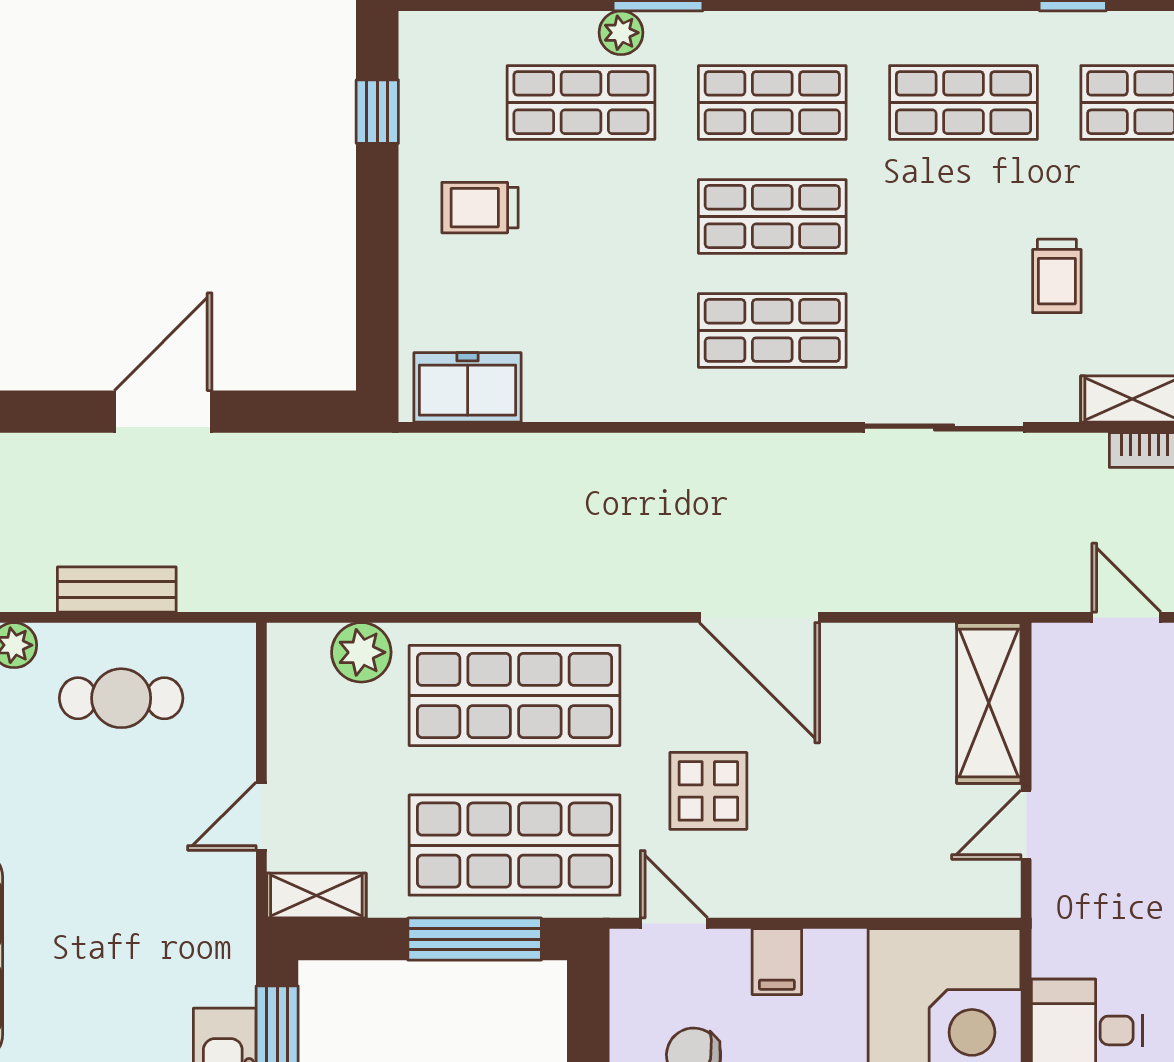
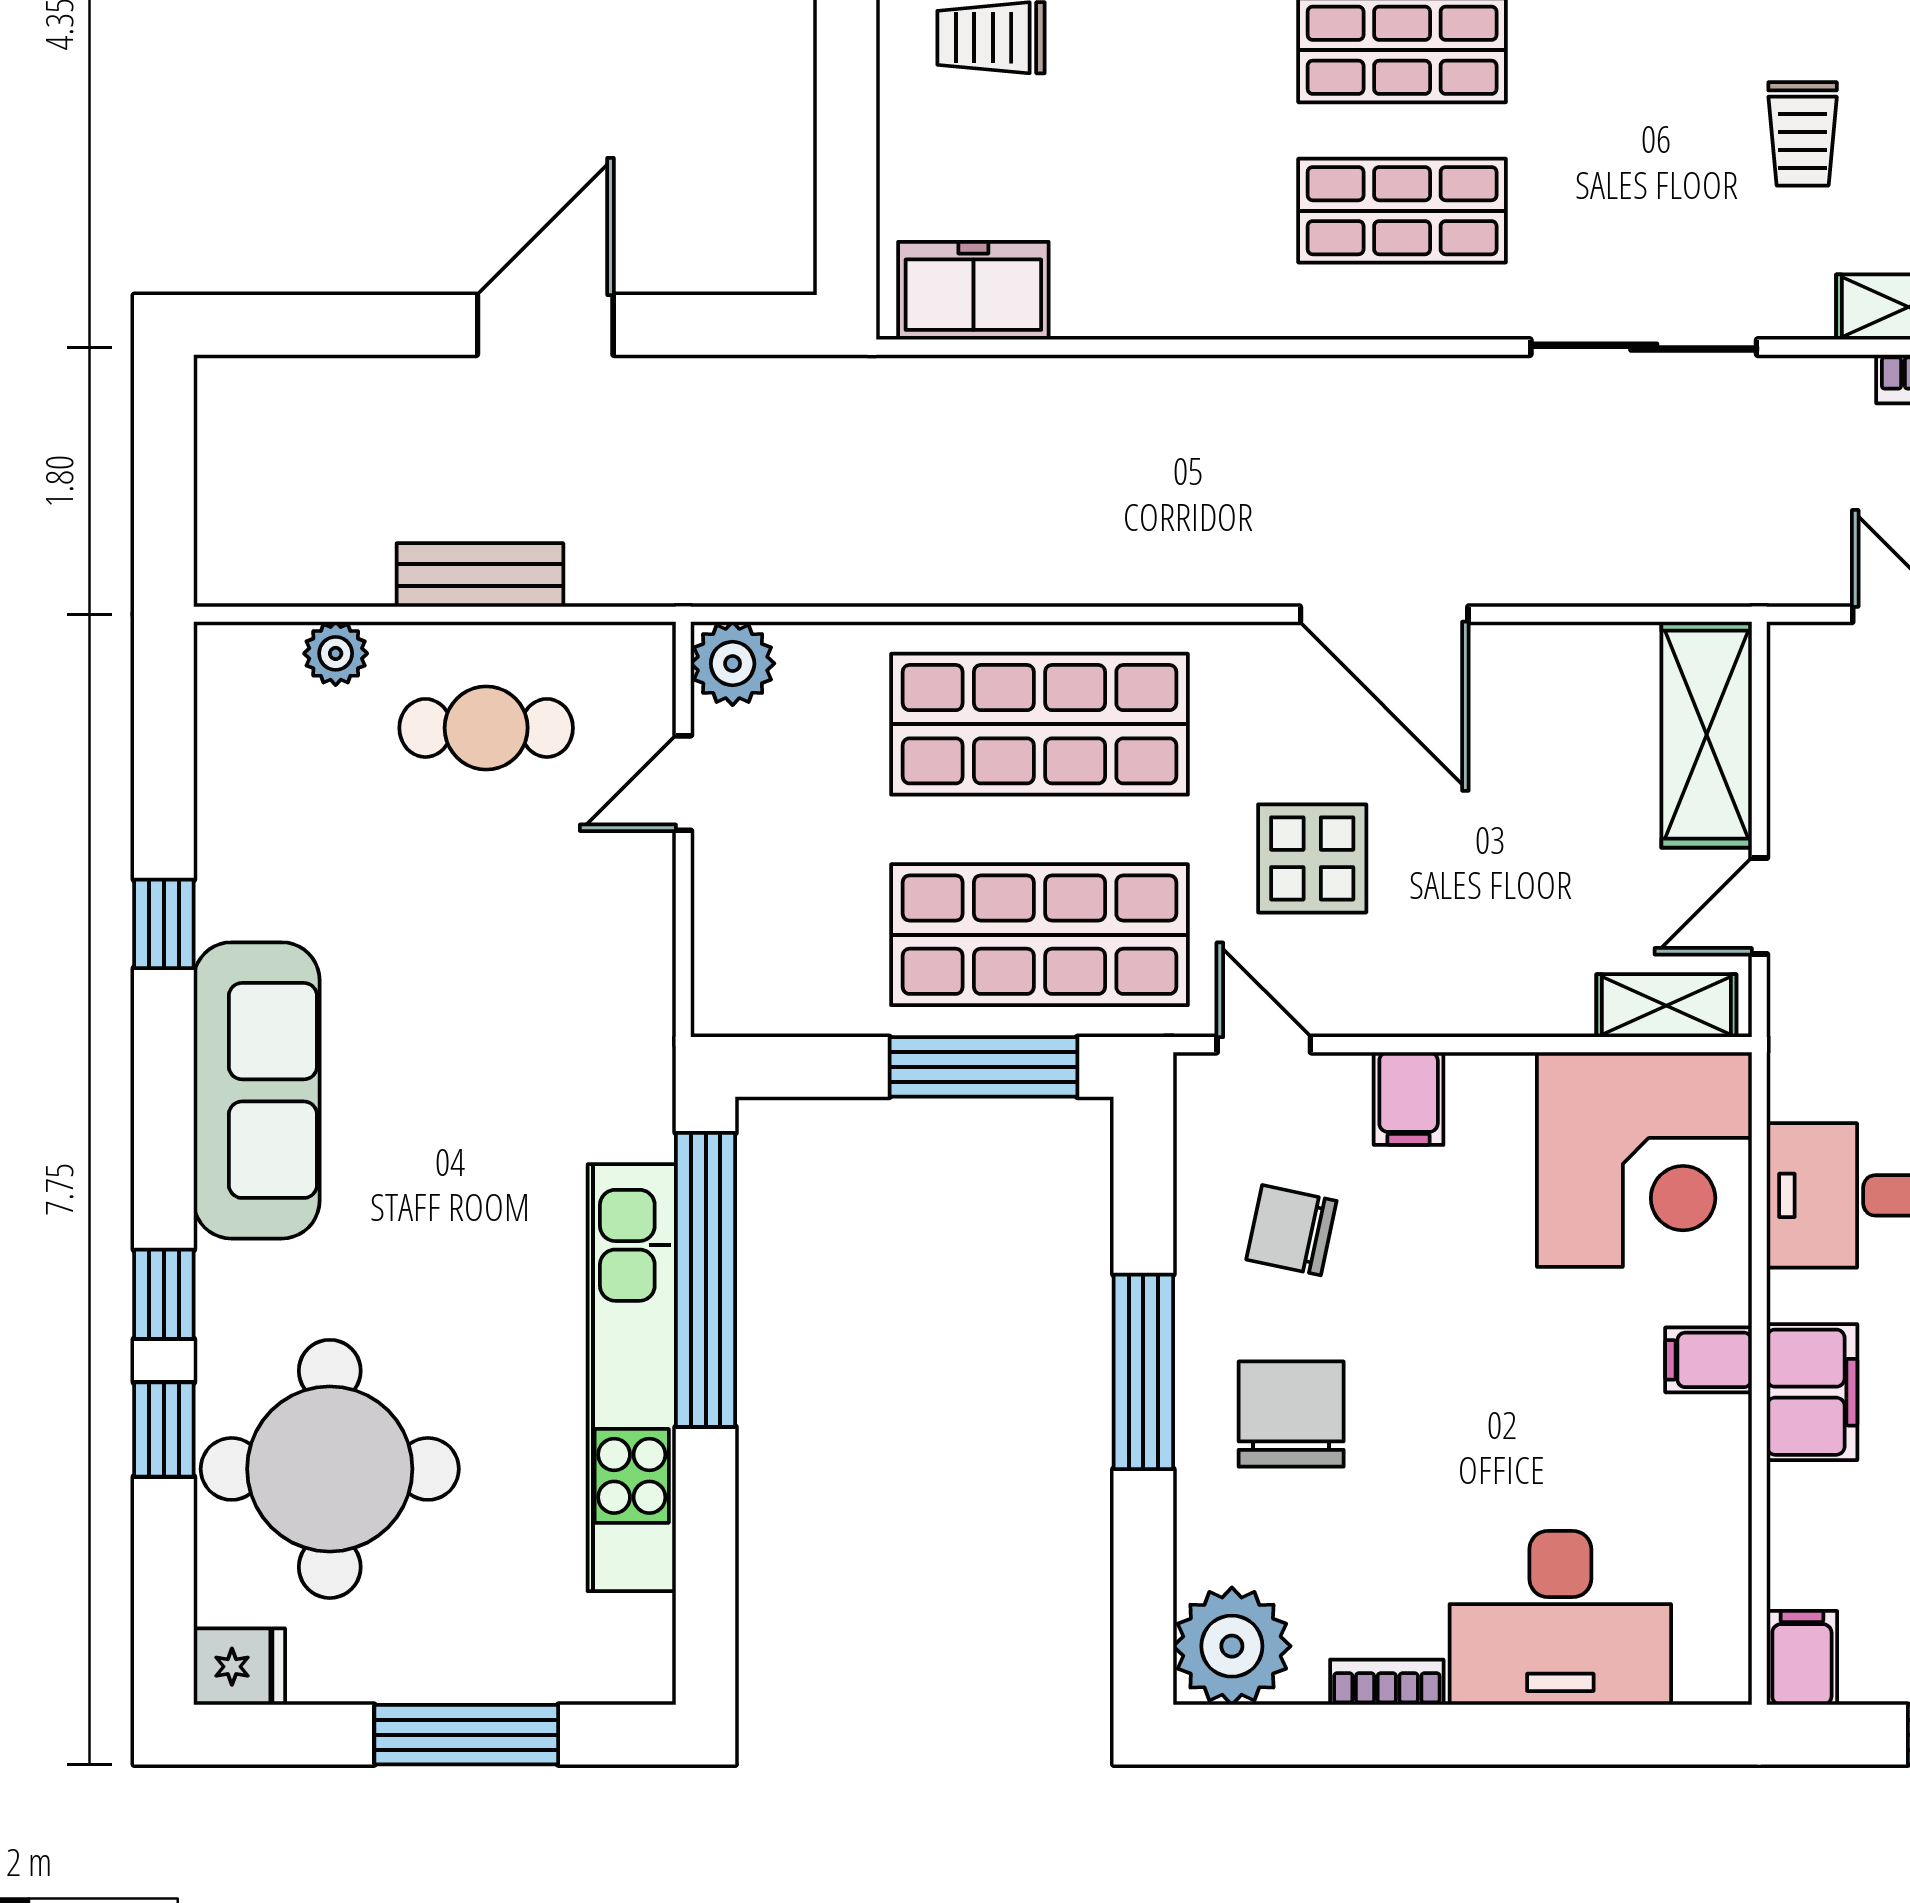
plant: (361, 652) -> (733, 663), moved
door: (261, 816) -> (683, 783), moved
shelving: (316, 896) -> (1666, 1006), moved

